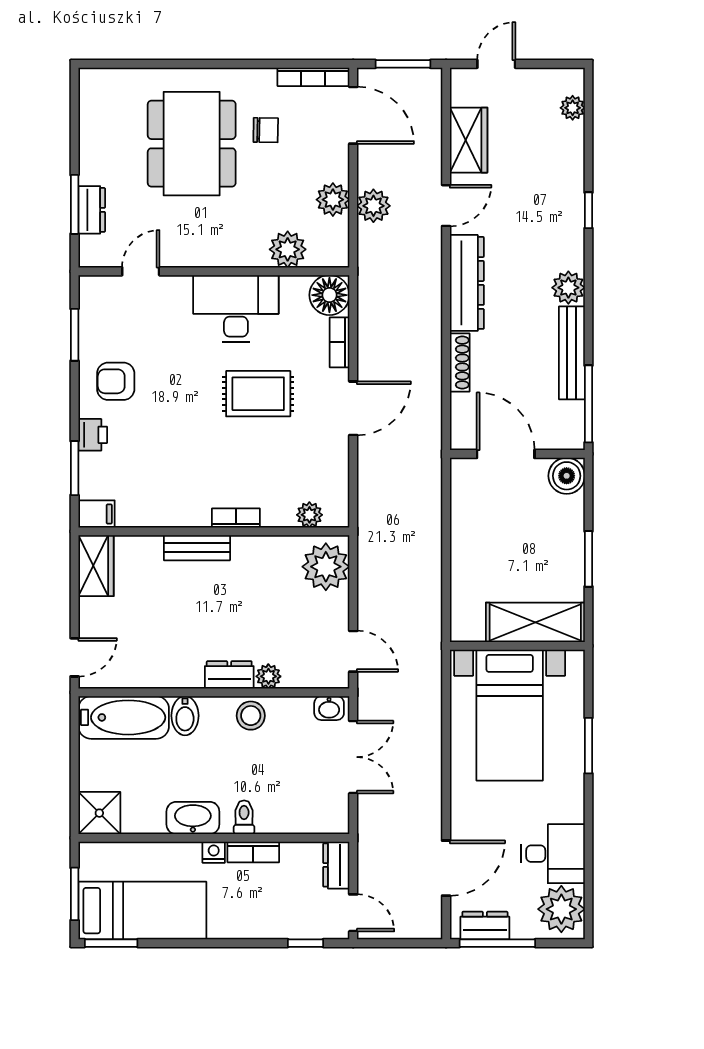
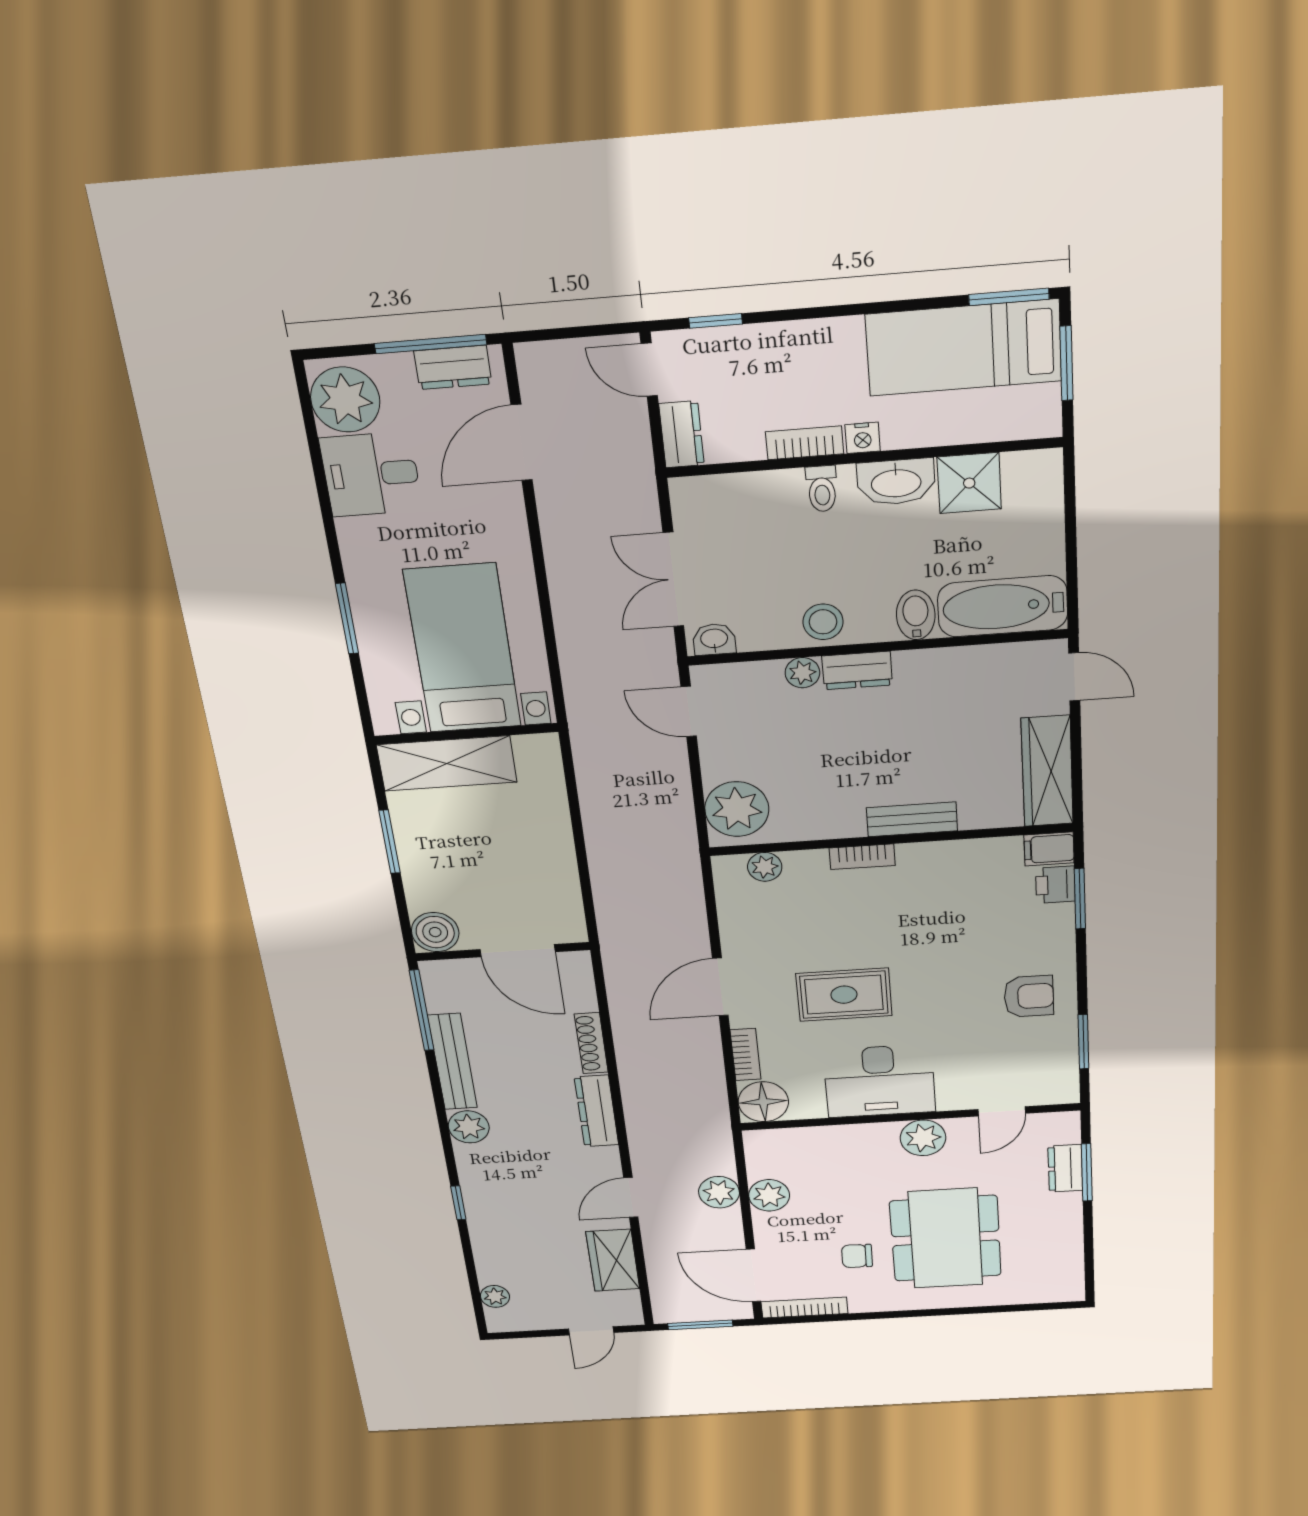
plant: (288, 249) -> (923, 1138), moved
dresser: (467, 283) -> (597, 1111), width x0.73, depth x0.80
printer: (93, 435) -> (1055, 885), moved
wardrobe: (96, 566) -> (1047, 771), width x1.50
door: (75, 657) -> (1074, 677), swing flipped
shower: (99, 813) -> (969, 483), moved

